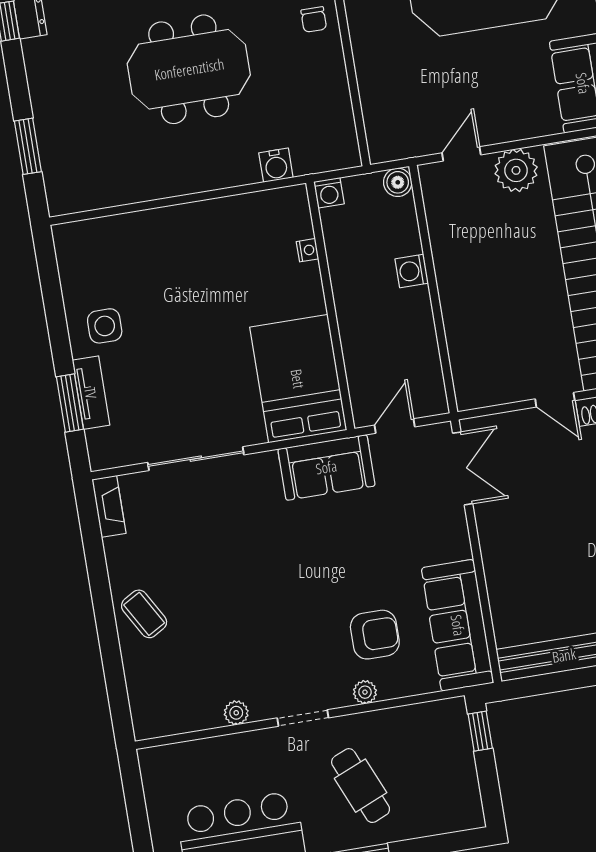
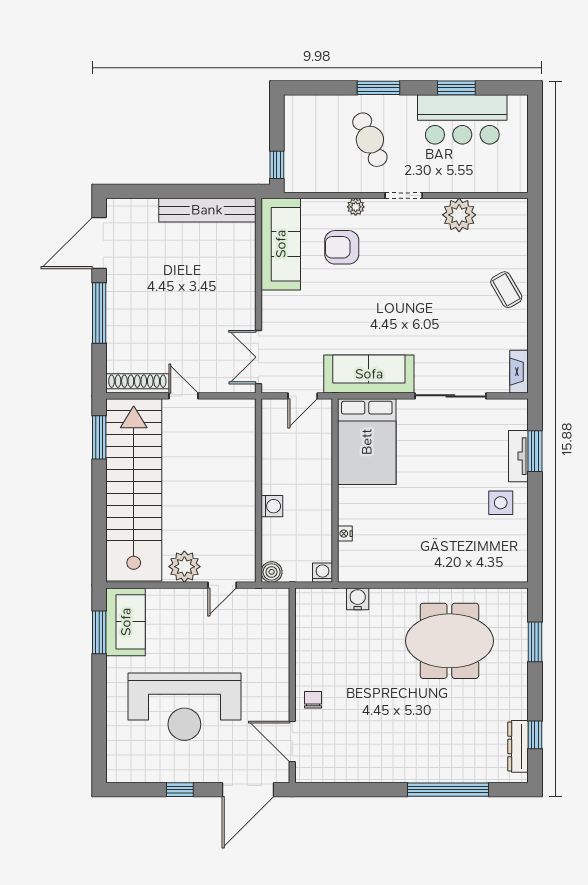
meeting table: (189, 69) -> (449, 641), moved
sofa: (326, 467) -> (369, 374), width x1.36
plant: (236, 713) -> (459, 215), width x1.88, depth x1.88

